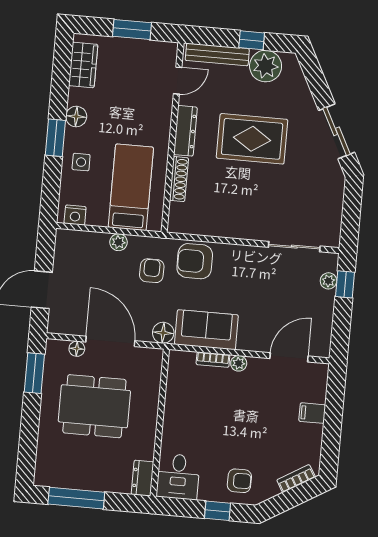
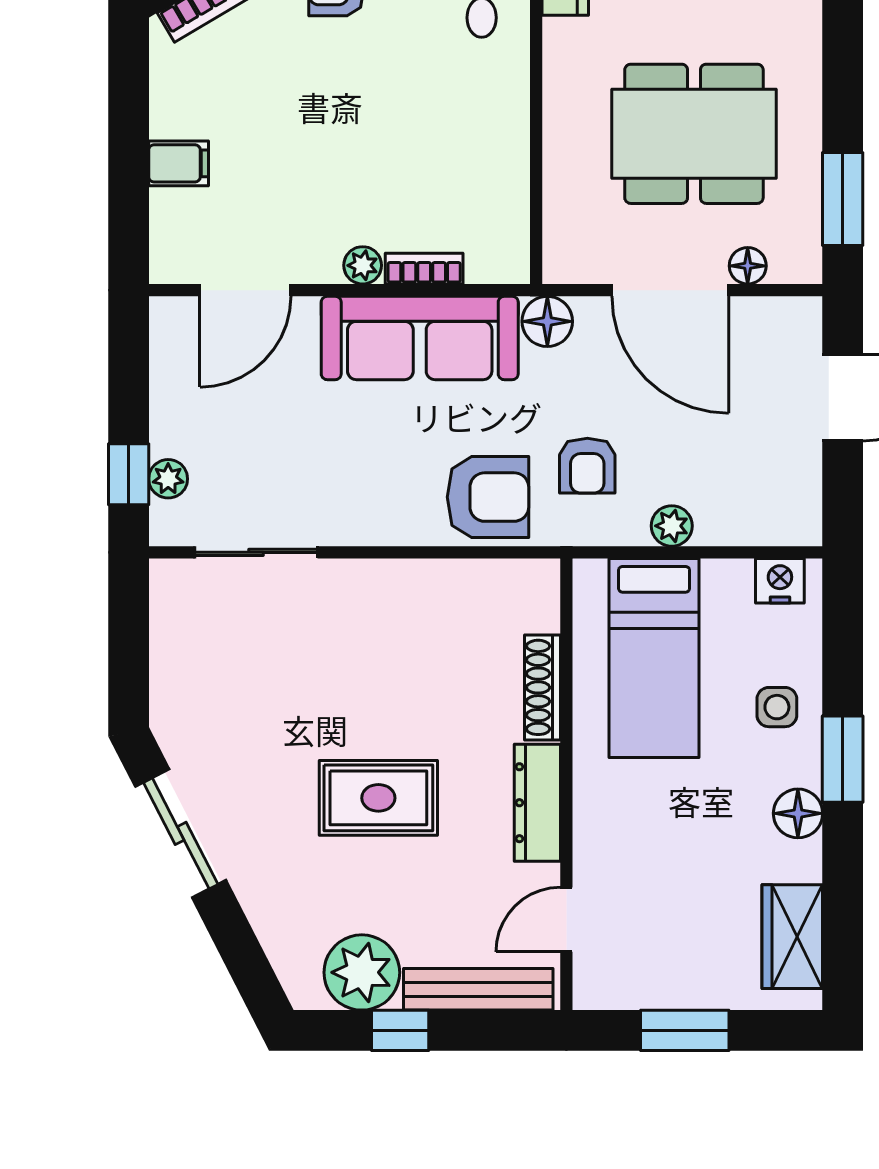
rug: (252, 139) -> (378, 798), width x0.73, depth x0.70
sofa: (206, 330) -> (420, 338), width x1.36

